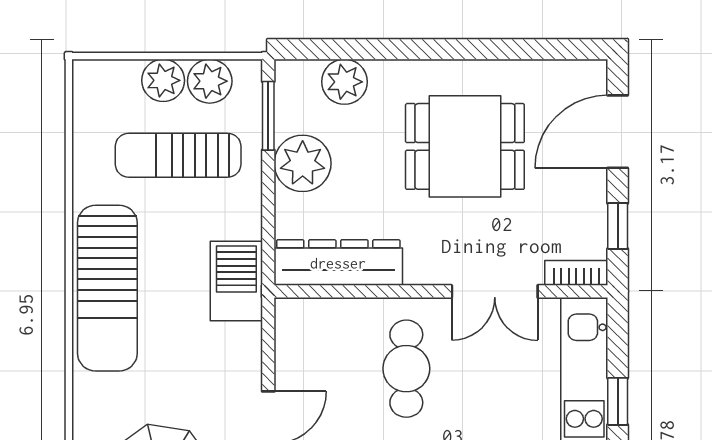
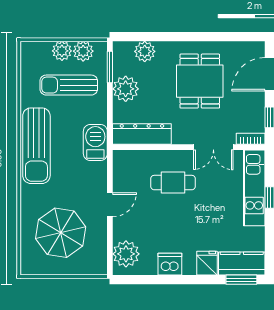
dining table: (465, 146) -> (200, 81), turned 90
cafe table: (406, 369) -> (173, 183), turned 90

